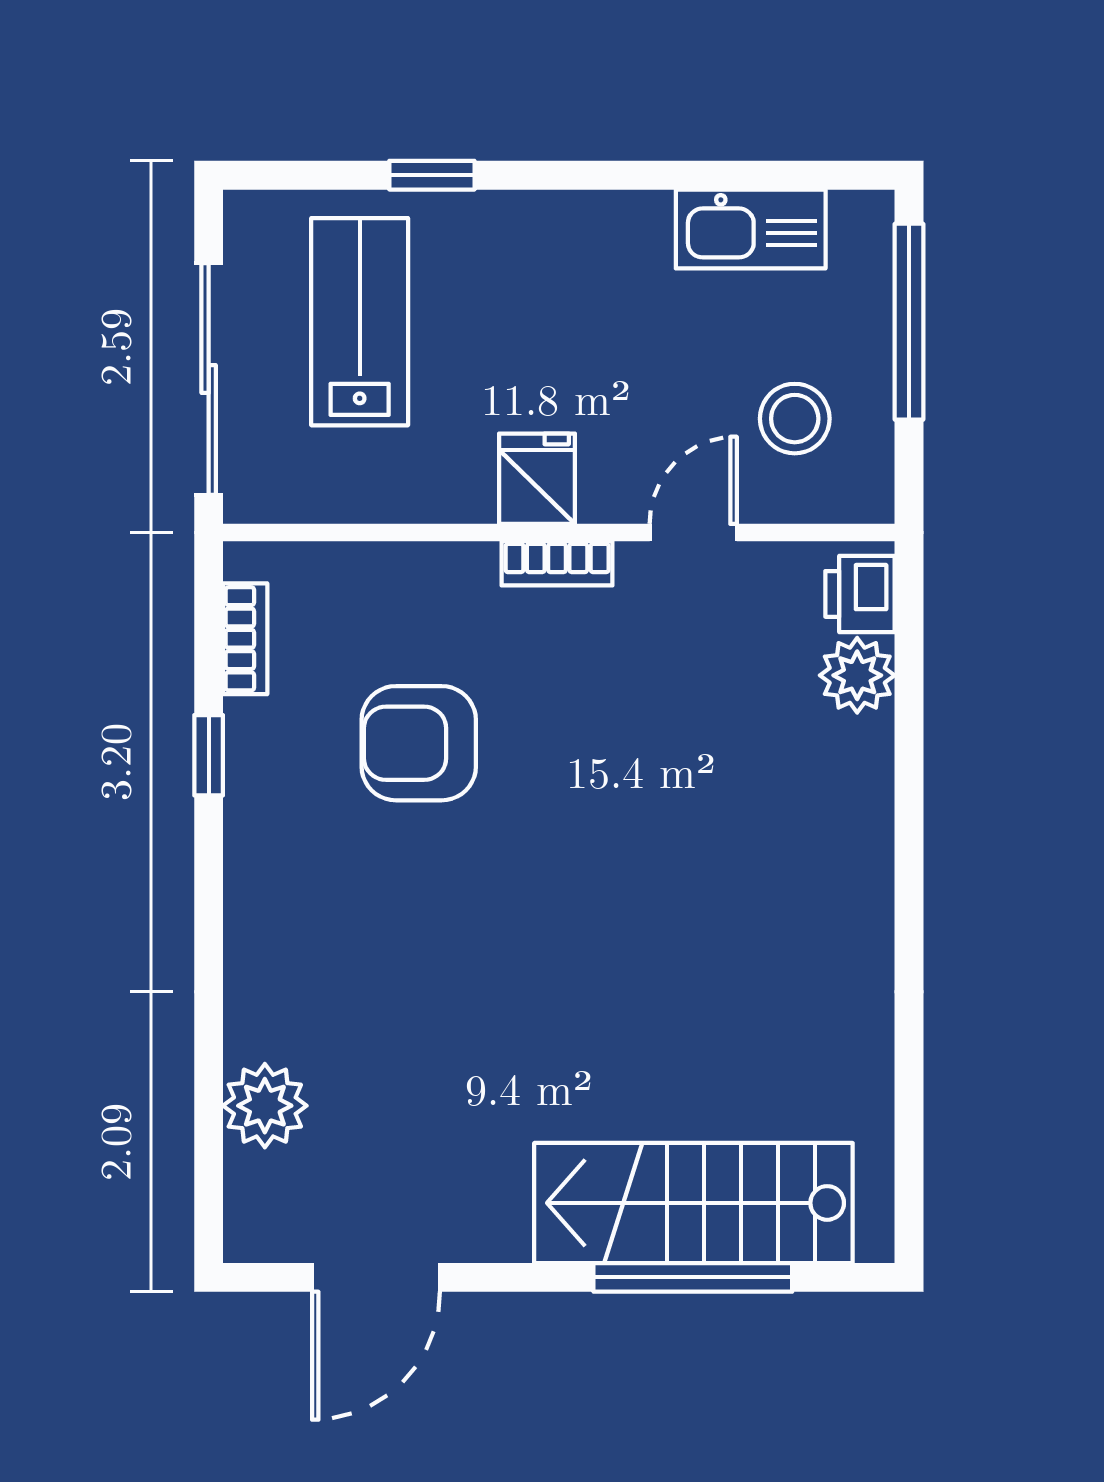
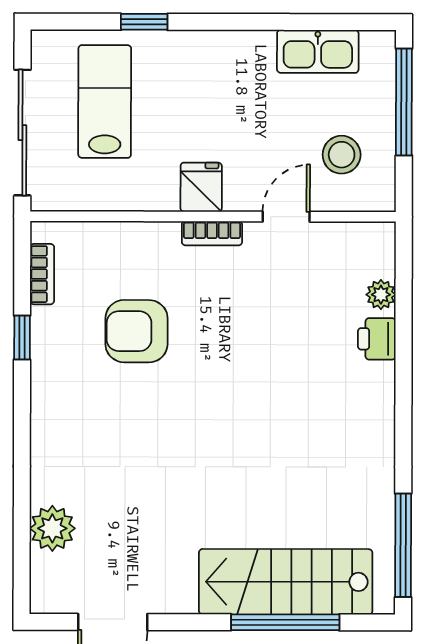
printer: (860, 594) -> (377, 339), moved
plant: (857, 675) -> (381, 295), width x0.73, depth x0.73
window: (909, 1136) -> (403, 545), added

